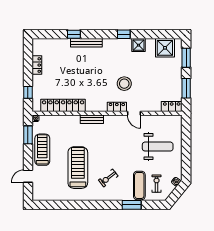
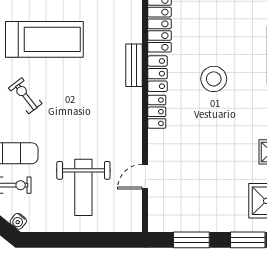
stool: (124, 84) -> (214, 79), moved
locker: (172, 107) -> (158, 74), moved
door: (134, 113) -> (145, 177), moved

